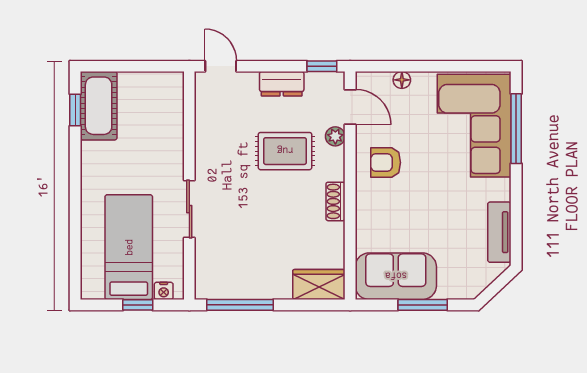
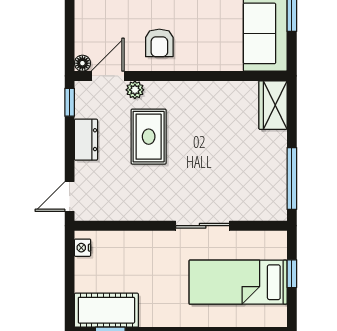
floor lamp: (402, 80) -> (82, 63), moved
shoe rack: (335, 201) -> (196, 90), removed
nightstand: (164, 291) -> (83, 248), moved, turned 180

